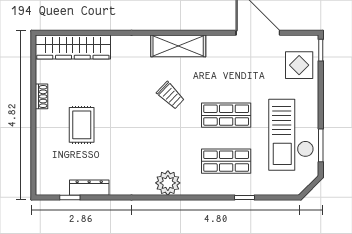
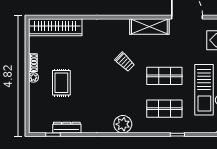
shelving: (178, 46) -> (149, 26), moved
plant: (42, 117) -> (33, 77), added

